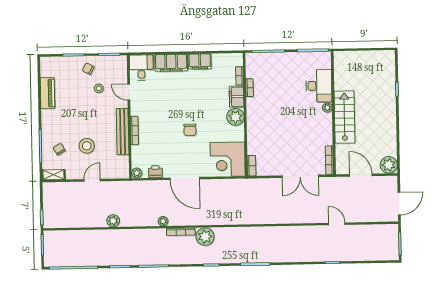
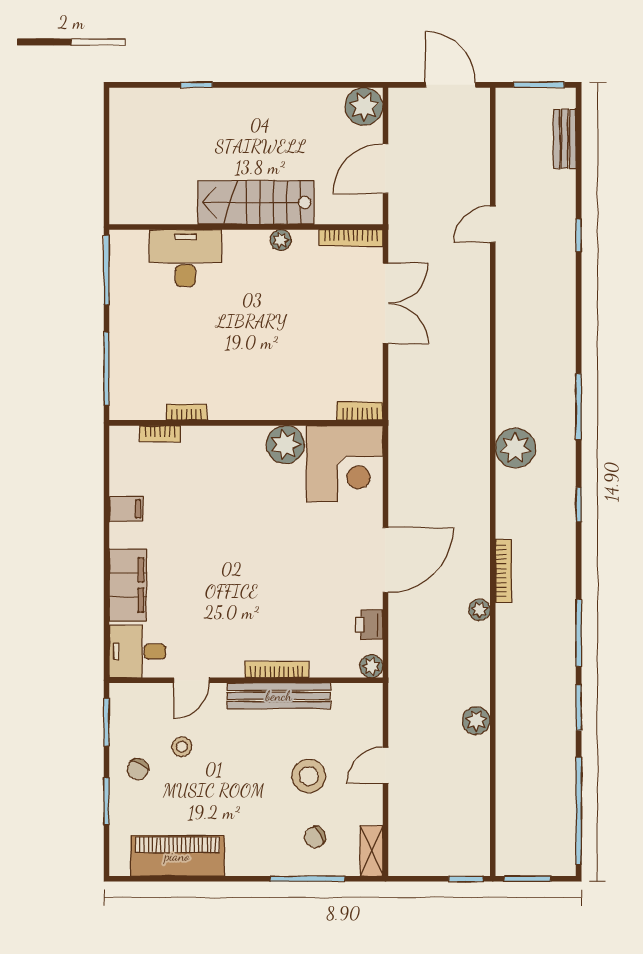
filing cabinet: (200, 61) -> (126, 509), width x0.50
piano: (47, 93) -> (177, 856), width x1.37, depth x1.33
filing cabinet: (237, 97) -> (206, 441), removed
plant: (327, 108) -> (281, 240), moved
plant: (235, 117) -> (285, 445), moved
chair: (190, 130) -> (278, 546), removed
door: (92, 180) -> (385, 765), hinge flipped
plant: (205, 237) -> (515, 448), moved
bench: (376, 255) -> (565, 139), added

